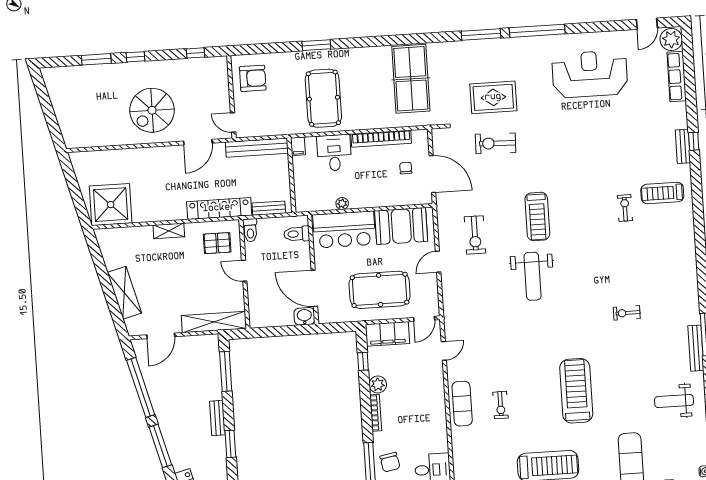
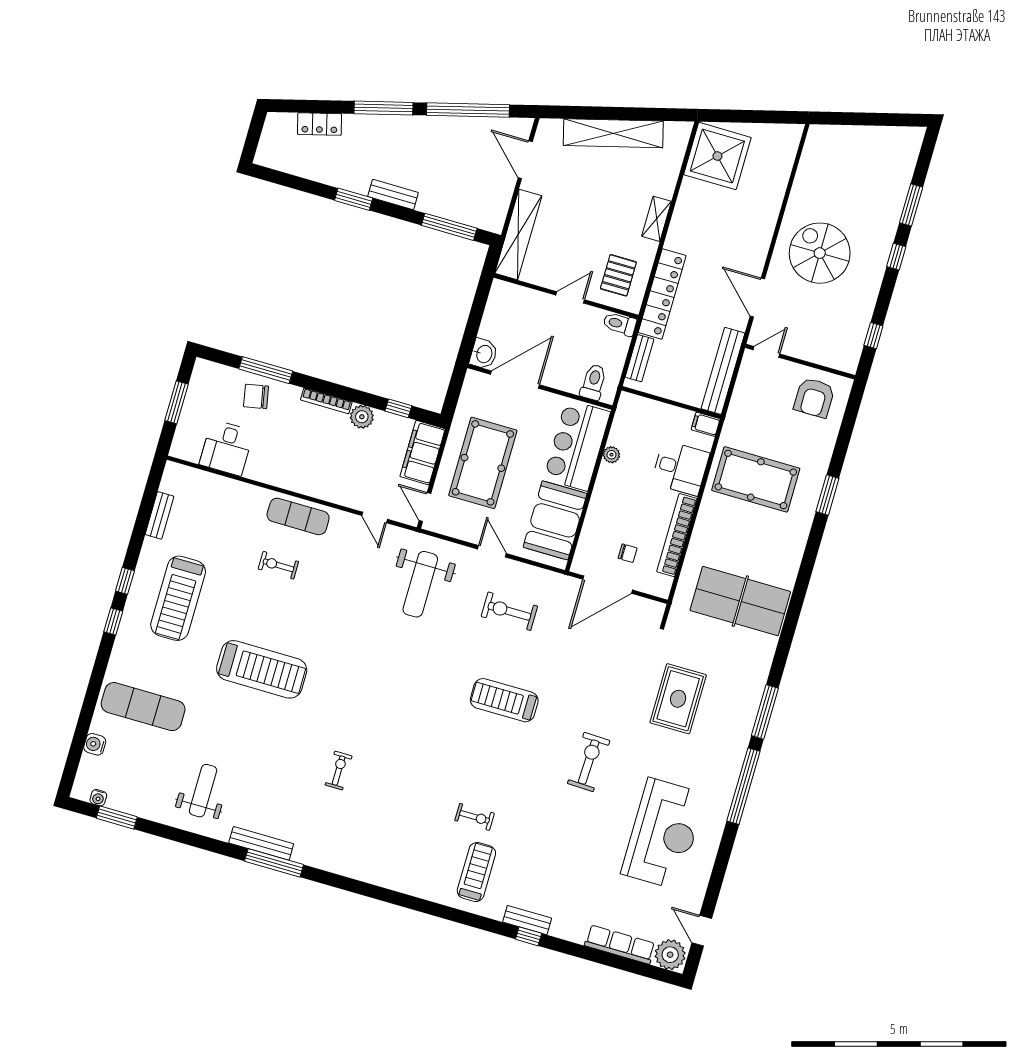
exercise bike: (496, 143) -> (589, 762), moved
weight bench: (532, 276) -> (420, 584), moved, turned -90
shelving: (124, 293) -> (613, 133), width x1.47

